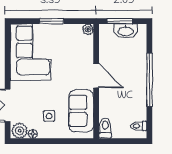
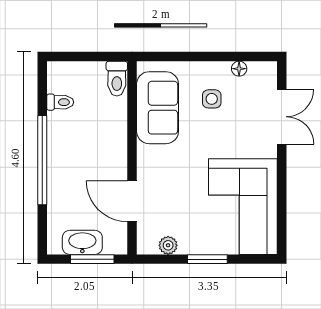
plant: (88, 29) -> (168, 245), moved
door: (96, 76) -> (132, 201), moved
toilet: (139, 126) -> (60, 102), moved
plant: (20, 131) -> (261, 74), removed

